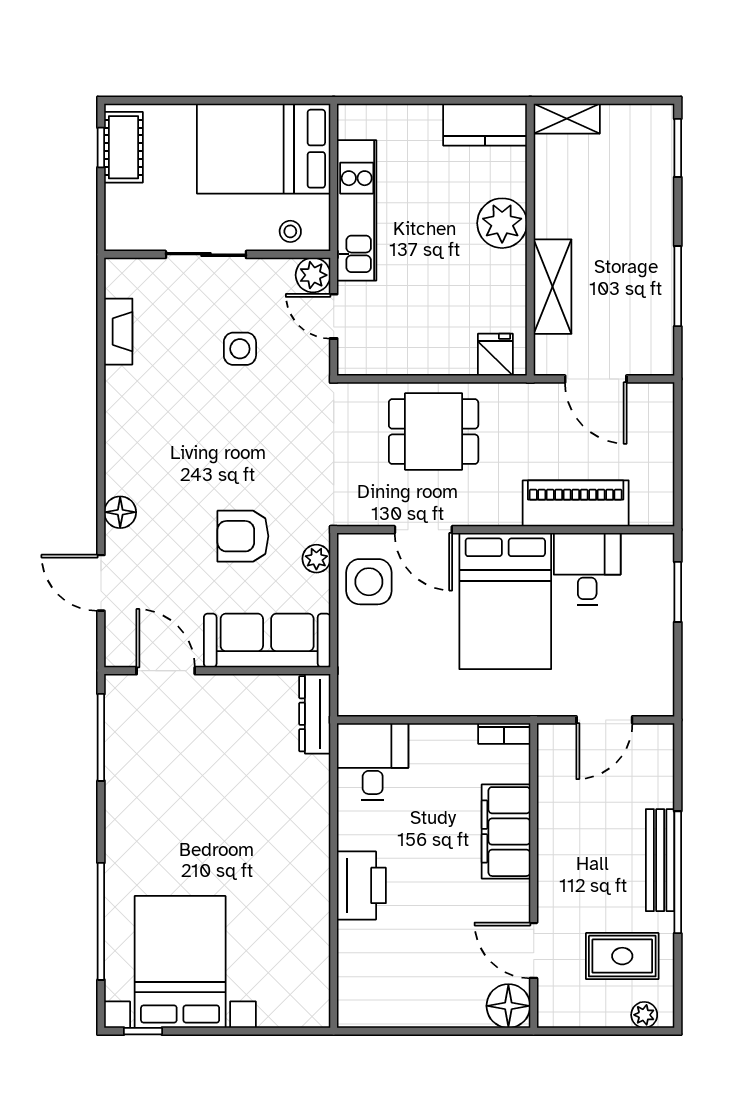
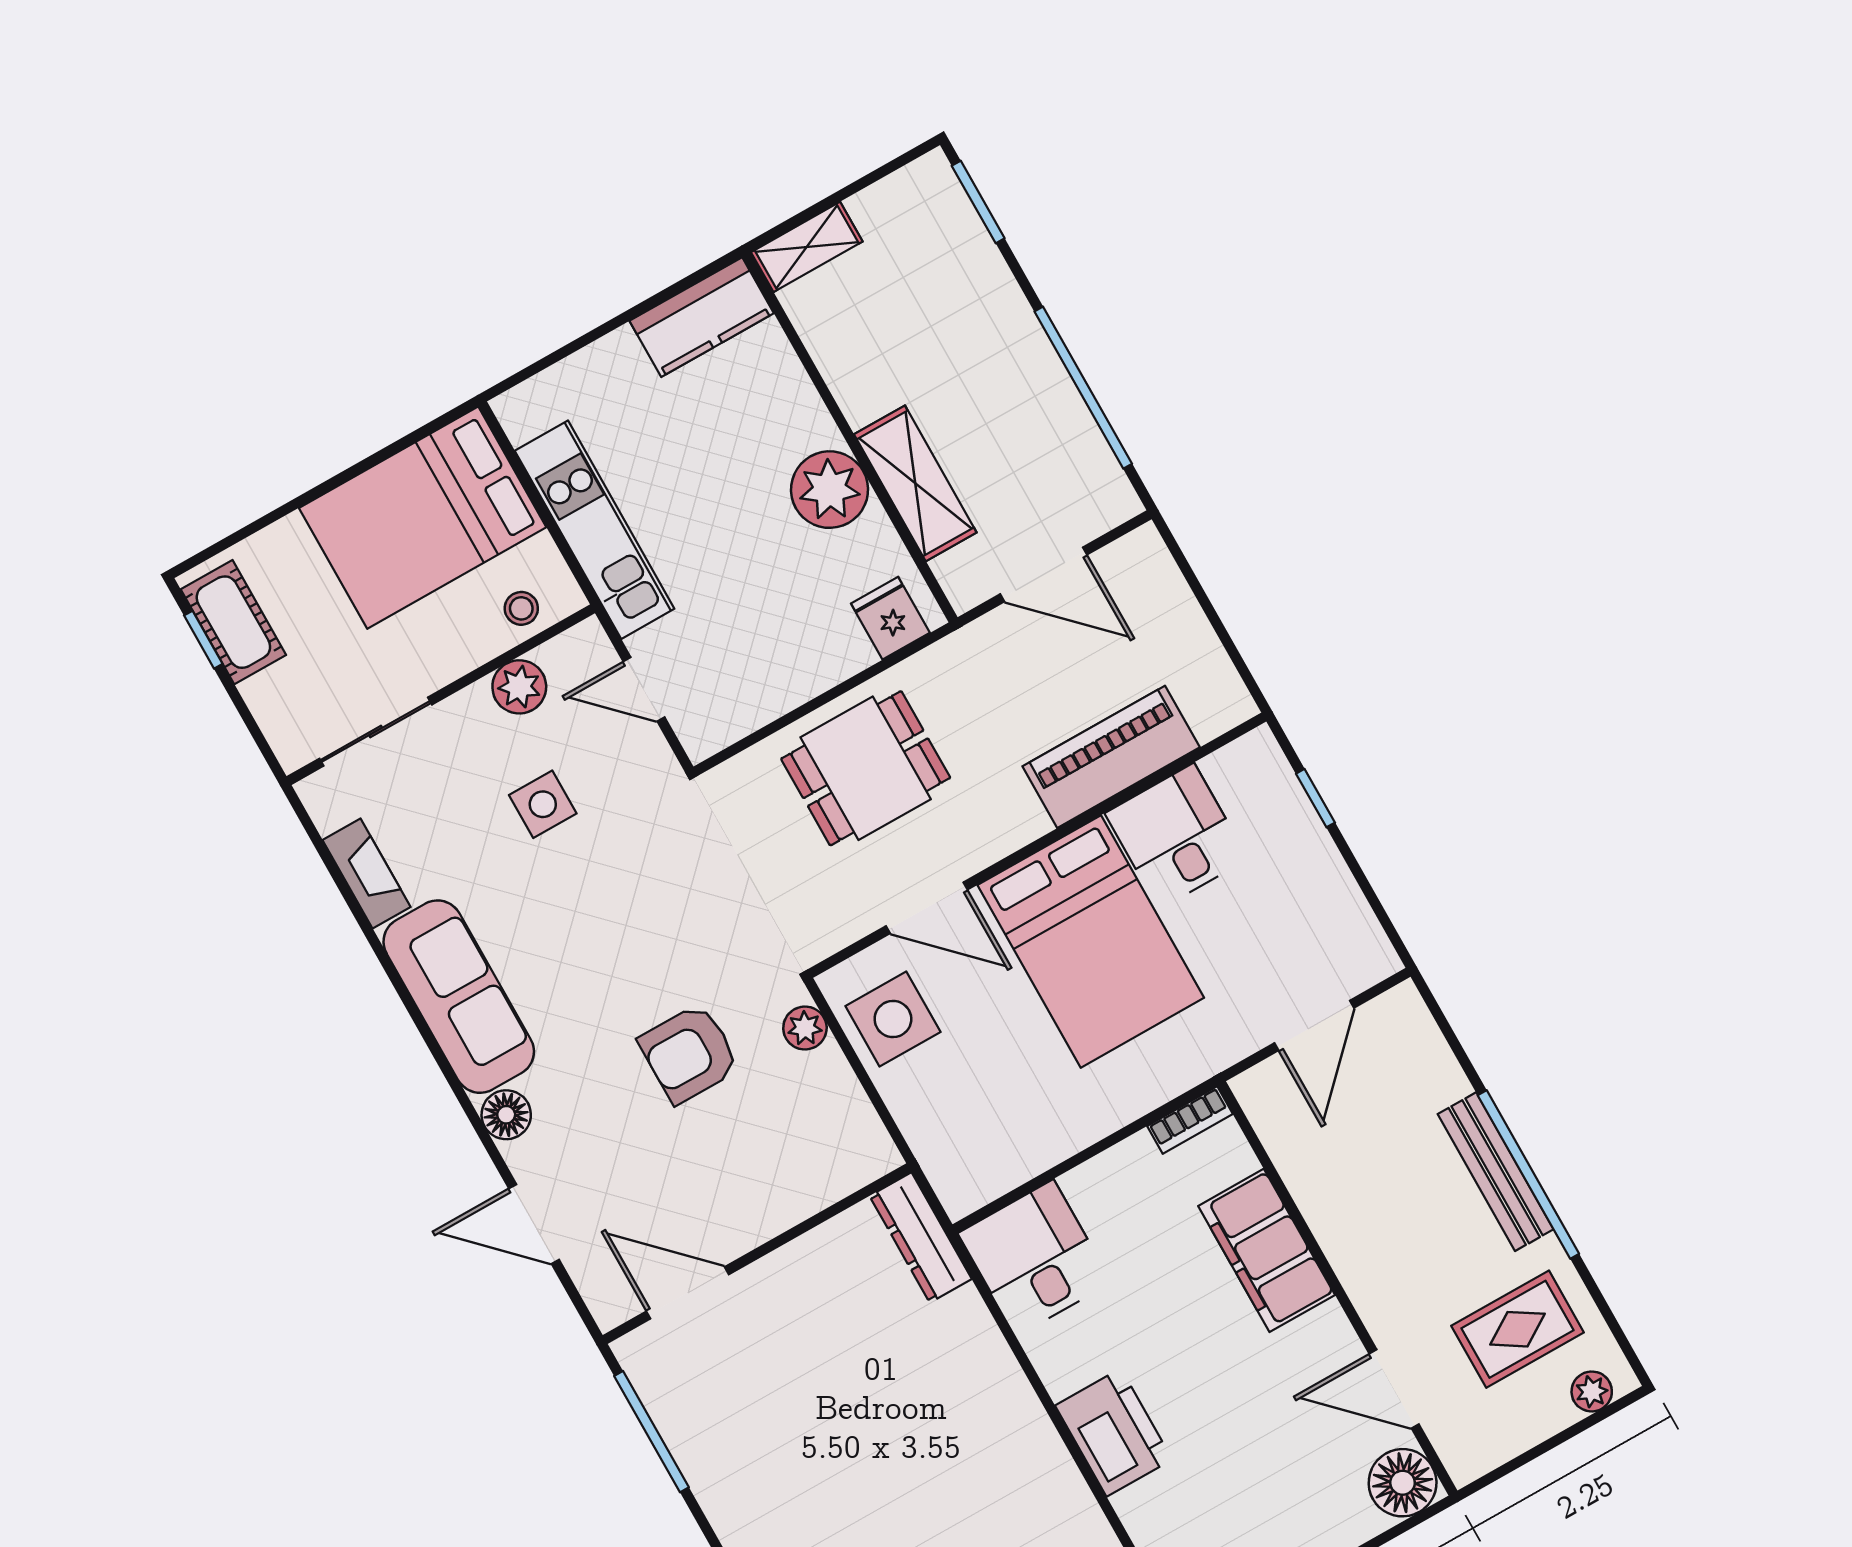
plant: (502, 223) -> (830, 490), moved
sliding door: (206, 254) -> (376, 732), moved
plant: (313, 275) -> (519, 687), moved
window: (678, 286) -> (1083, 388), width x1.46
window: (678, 592) -> (1315, 798), width x0.67
sofa: (267, 640) -> (459, 997), moved, turned 90

